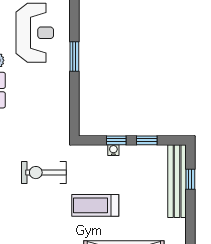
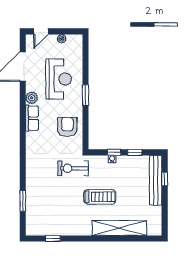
armchair: (48, 103) -> (67, 127), added
exercise bike: (44, 173) -> (73, 168), moved
treadmill: (95, 205) -> (100, 197), turned 180

